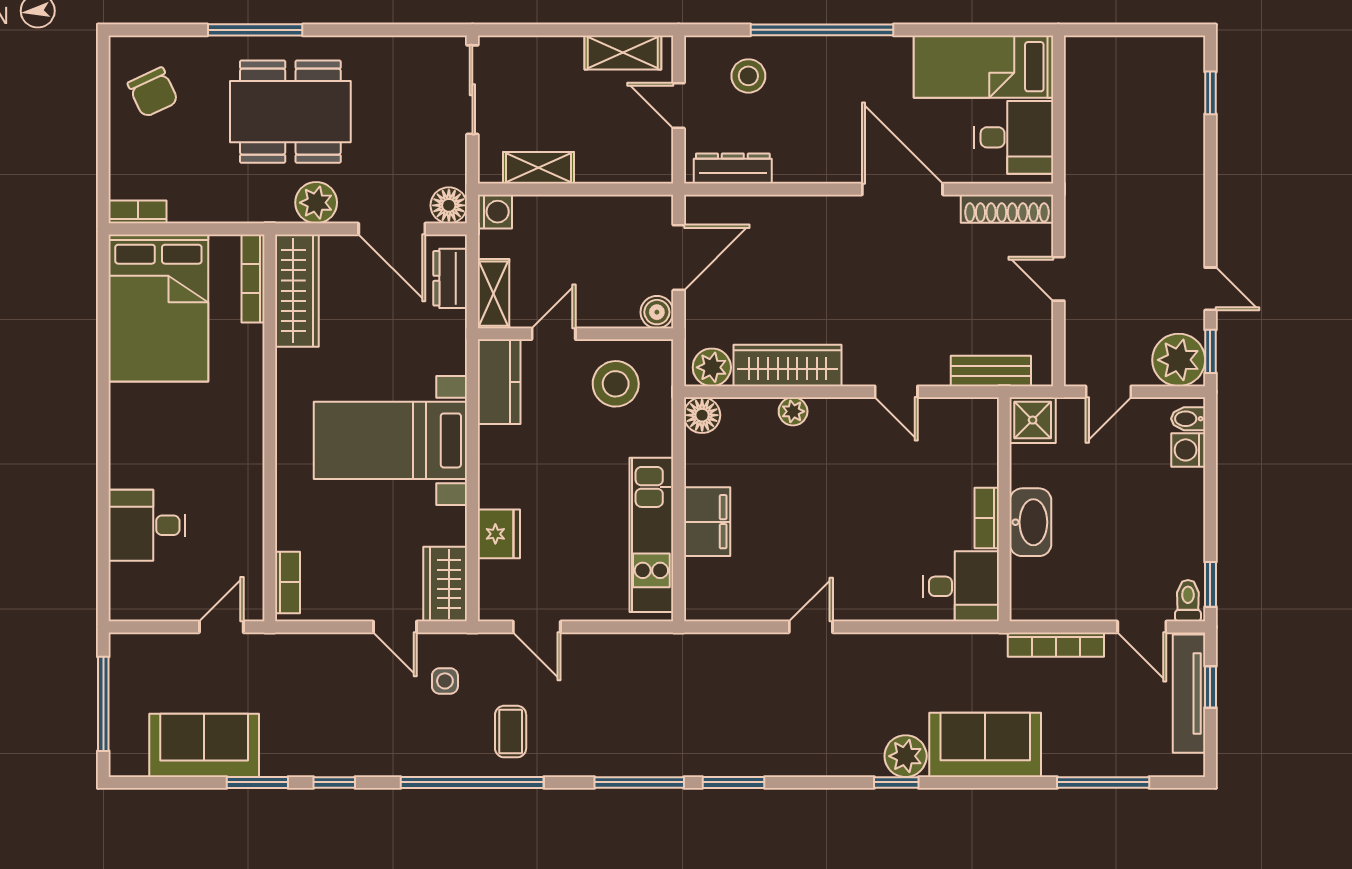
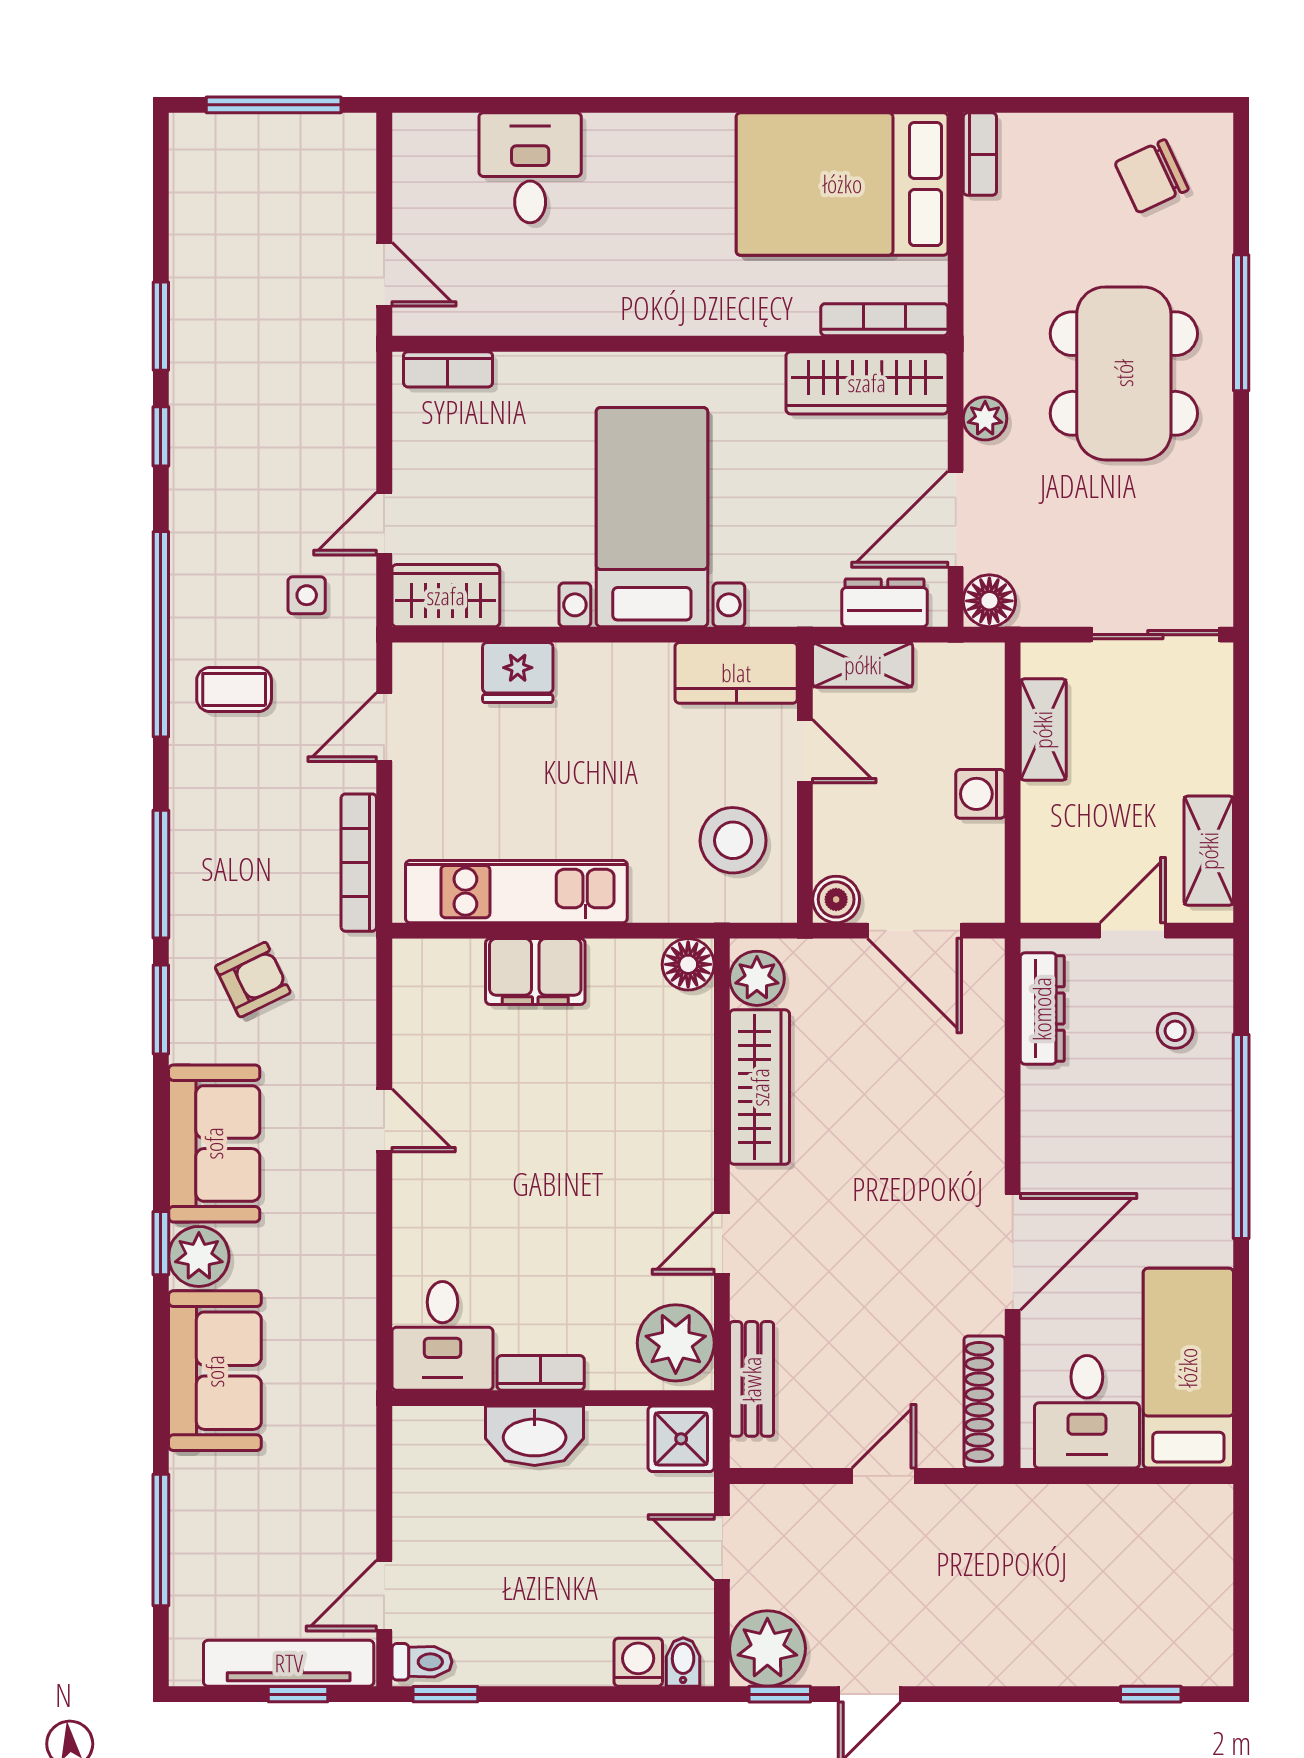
stool: (748, 76) -> (1175, 1031), width x0.73, depth x0.73
plant: (316, 203) -> (985, 419), width x0.73, depth x0.73
washing machine: (495, 212) -> (980, 794), moved, turned 90
plant: (793, 411) -> (676, 1343), moved, width x1.88, depth x1.88
bookcase: (1056, 645) -> (359, 863), moved
armchair: (713, 719) -> (253, 980), added
sofa: (204, 745) -> (214, 1143), moved

